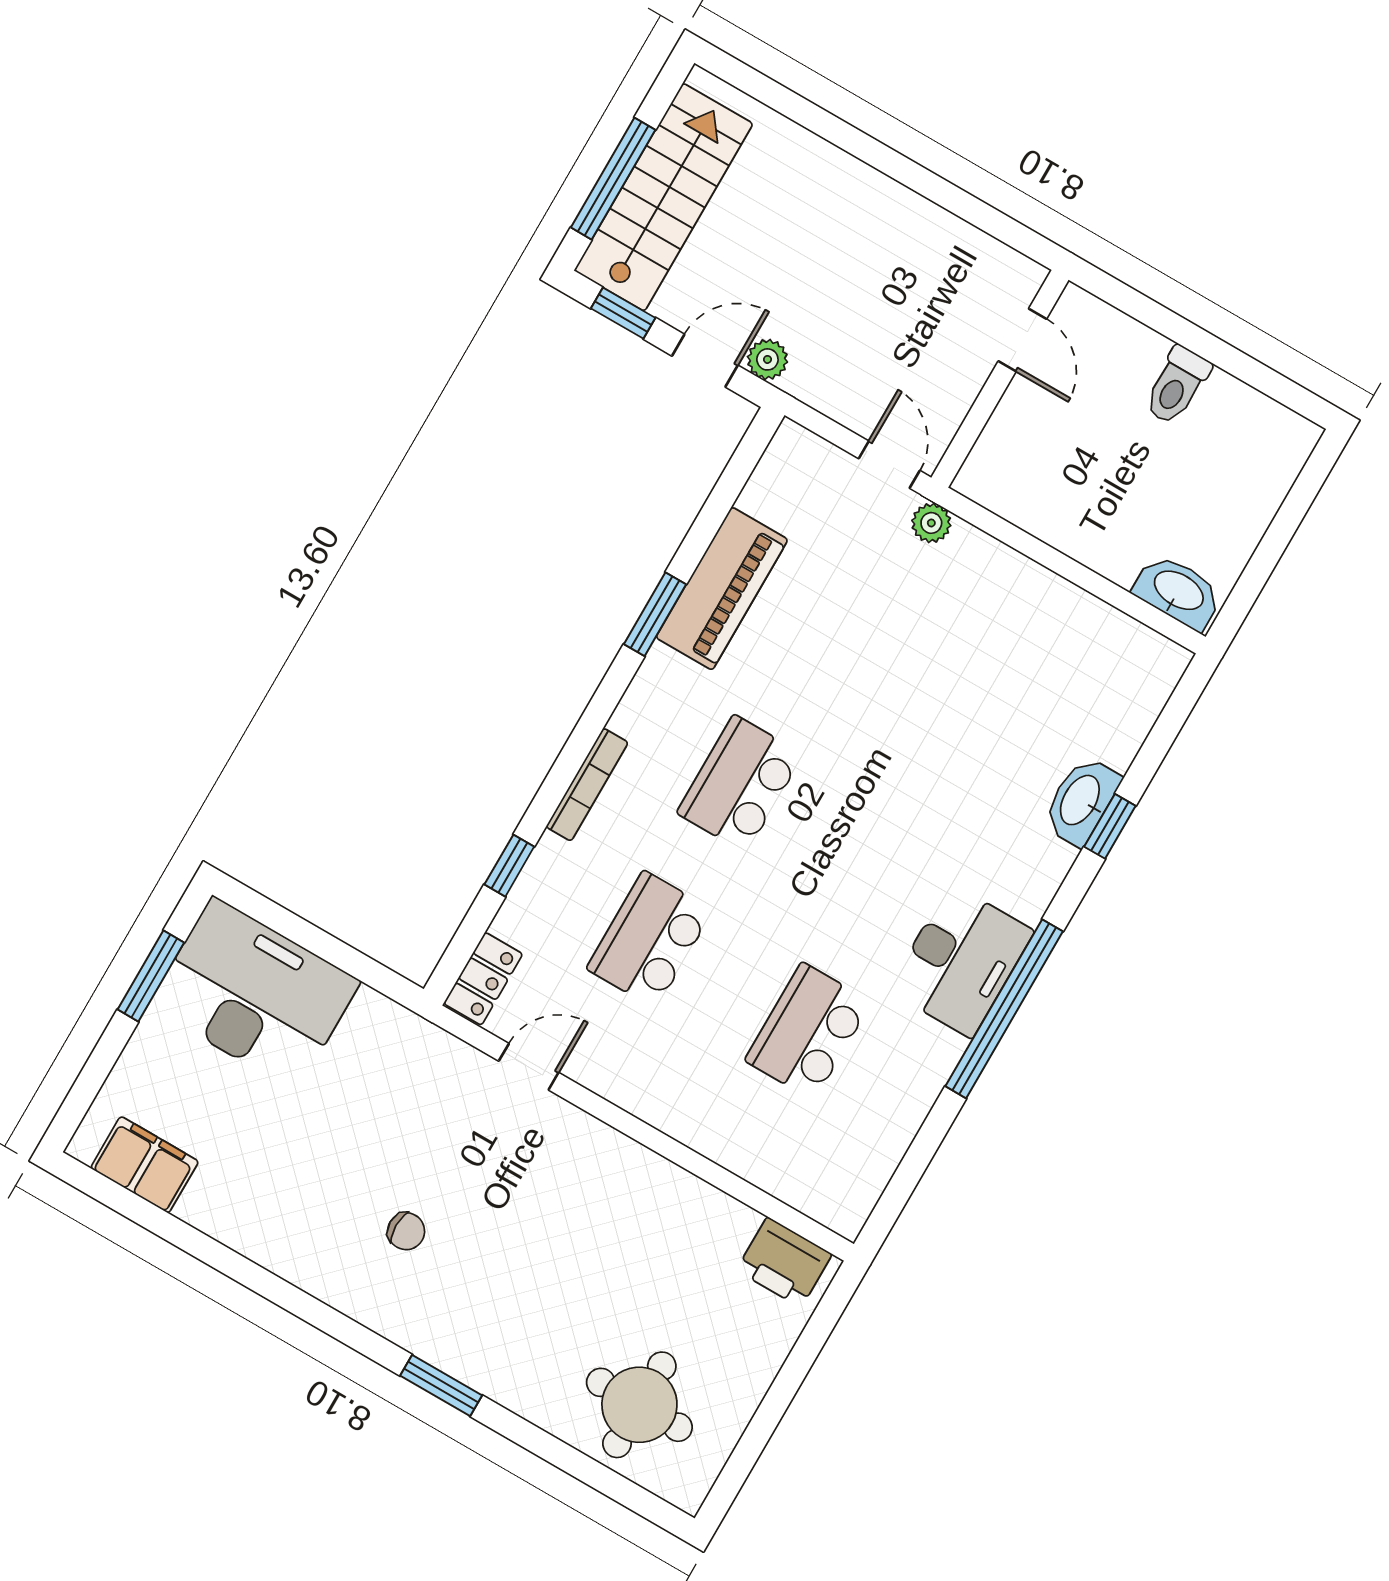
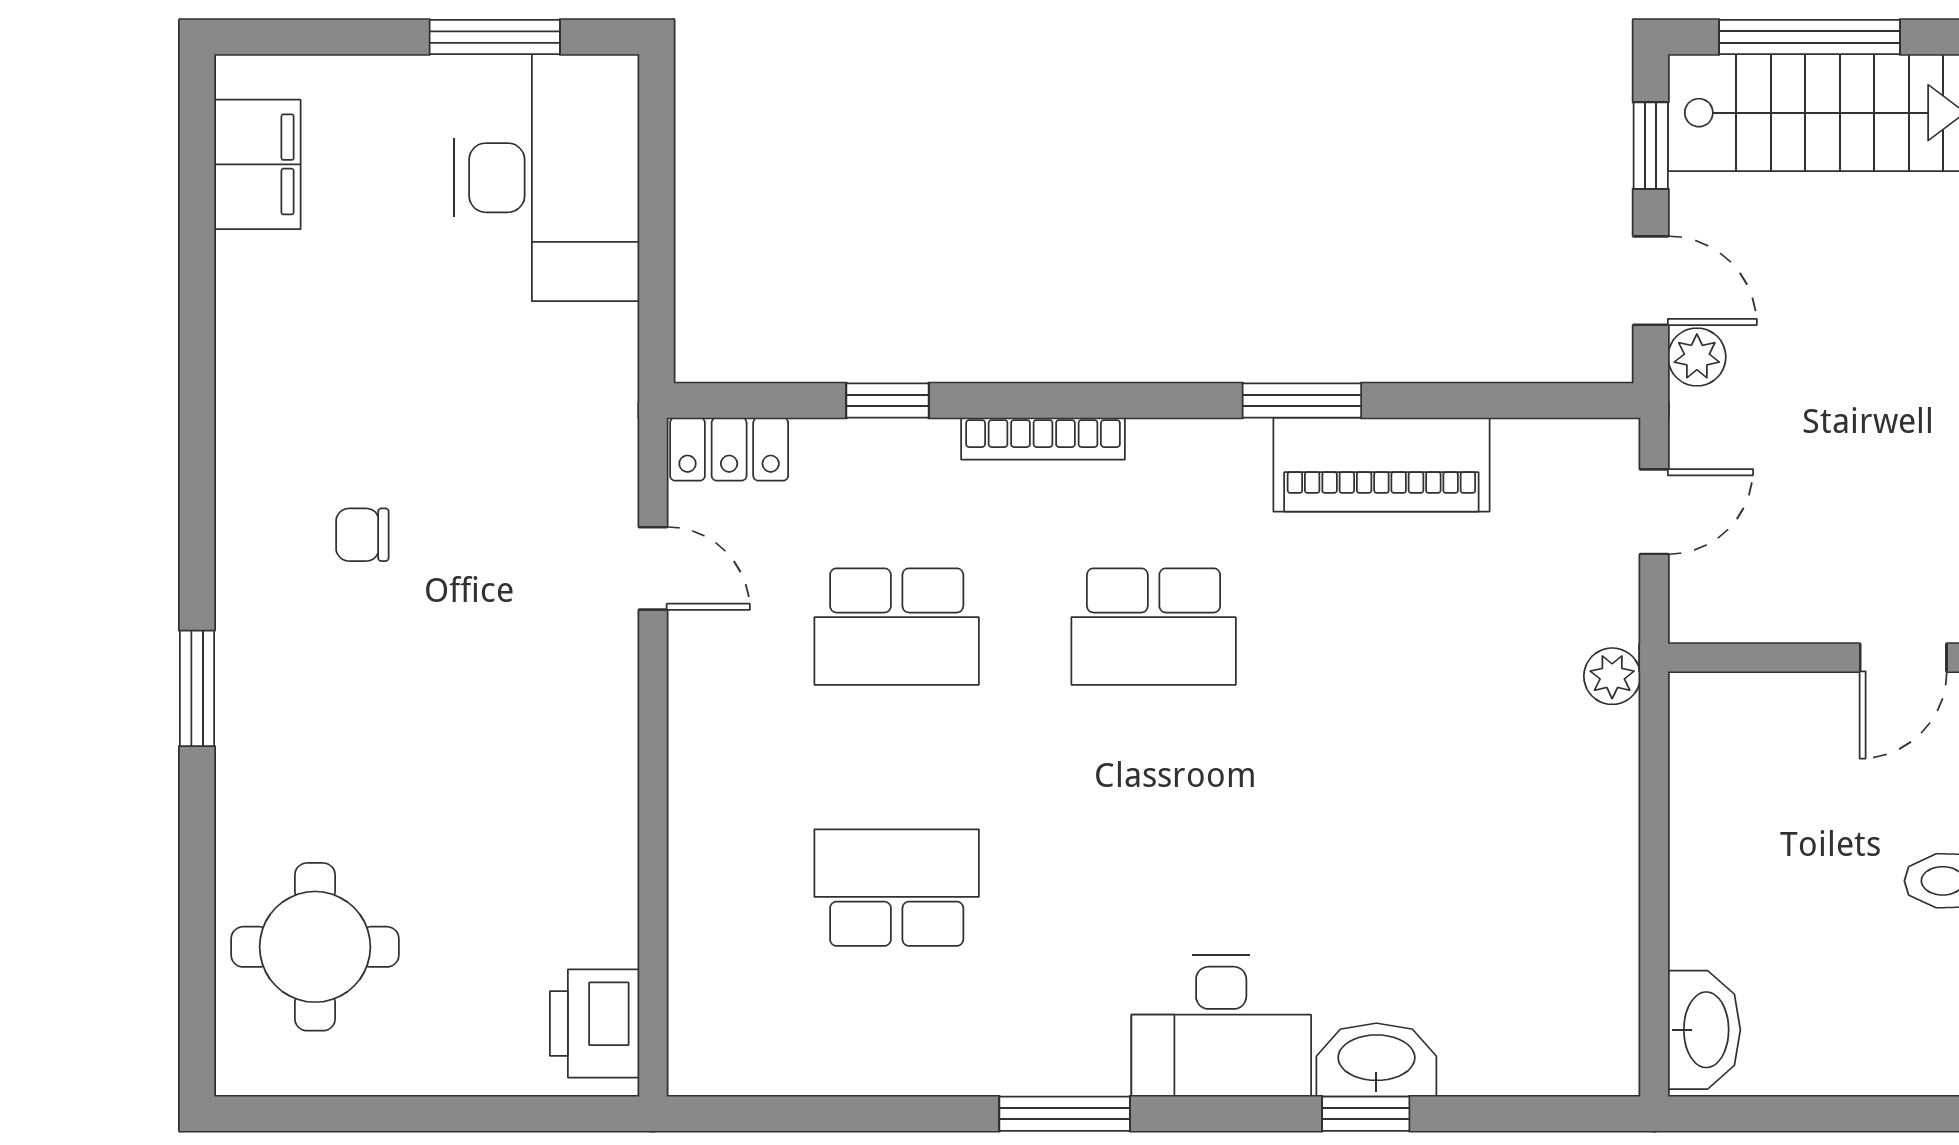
door: (889, 465) -> (1654, 512), moved
school desk: (740, 784) -> (1154, 627), turned 180
school desk: (650, 939) -> (897, 627), turned 180
desk: (961, 961) -> (1221, 1026), moved
window: (1004, 1009) -> (1065, 1114), width x0.47
chair: (406, 1231) -> (362, 535), turned 90

